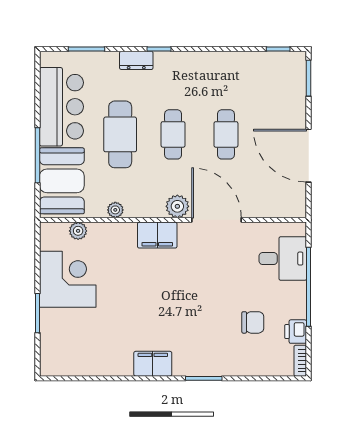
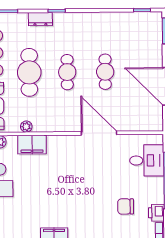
plant: (177, 206) -> (71, 124), removed
filing cabinet: (157, 235) -> (32, 145), moved
chair: (253, 322) -> (126, 206), turned 180

